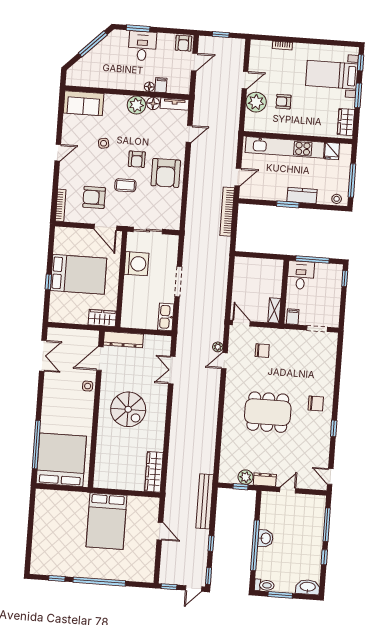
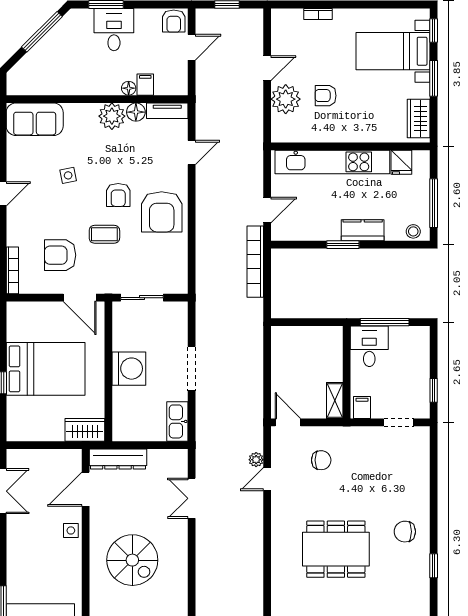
washing machine: (136, 264) -> (129, 369), moved
window: (345, 279) -> (434, 390), moved
chair: (316, 404) -> (405, 532), turned 180

